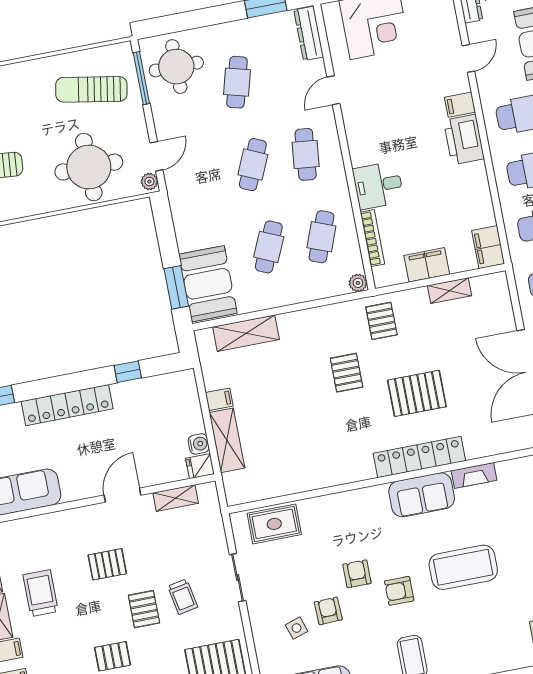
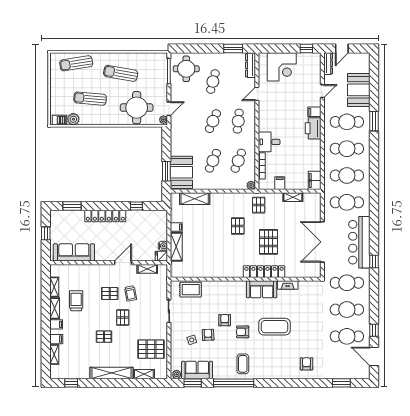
sun lounger: (91, 89) -> (121, 73), moved
filing cabinet: (427, 265) -> (280, 183), width x0.50
pallet: (417, 393) -> (269, 242), turned 90
trolley: (183, 597) -> (131, 293), moved

